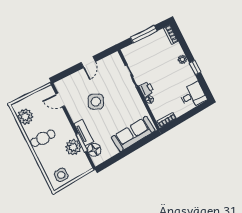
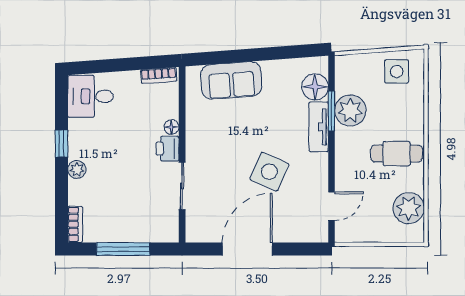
door: (88, 62) -> (247, 249), width x1.87
door: (60, 100) -> (331, 206), hinge flipped
sofa: (133, 134) -> (231, 80), width x0.73

